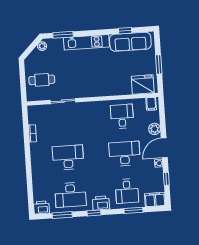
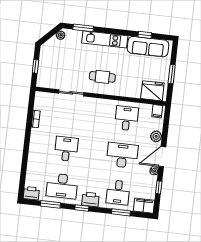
cafe table: (42, 80) -> (102, 77), moved
window: (23, 81) -> (35, 66), added
desk: (68, 157) -> (66, 149), width x0.73

